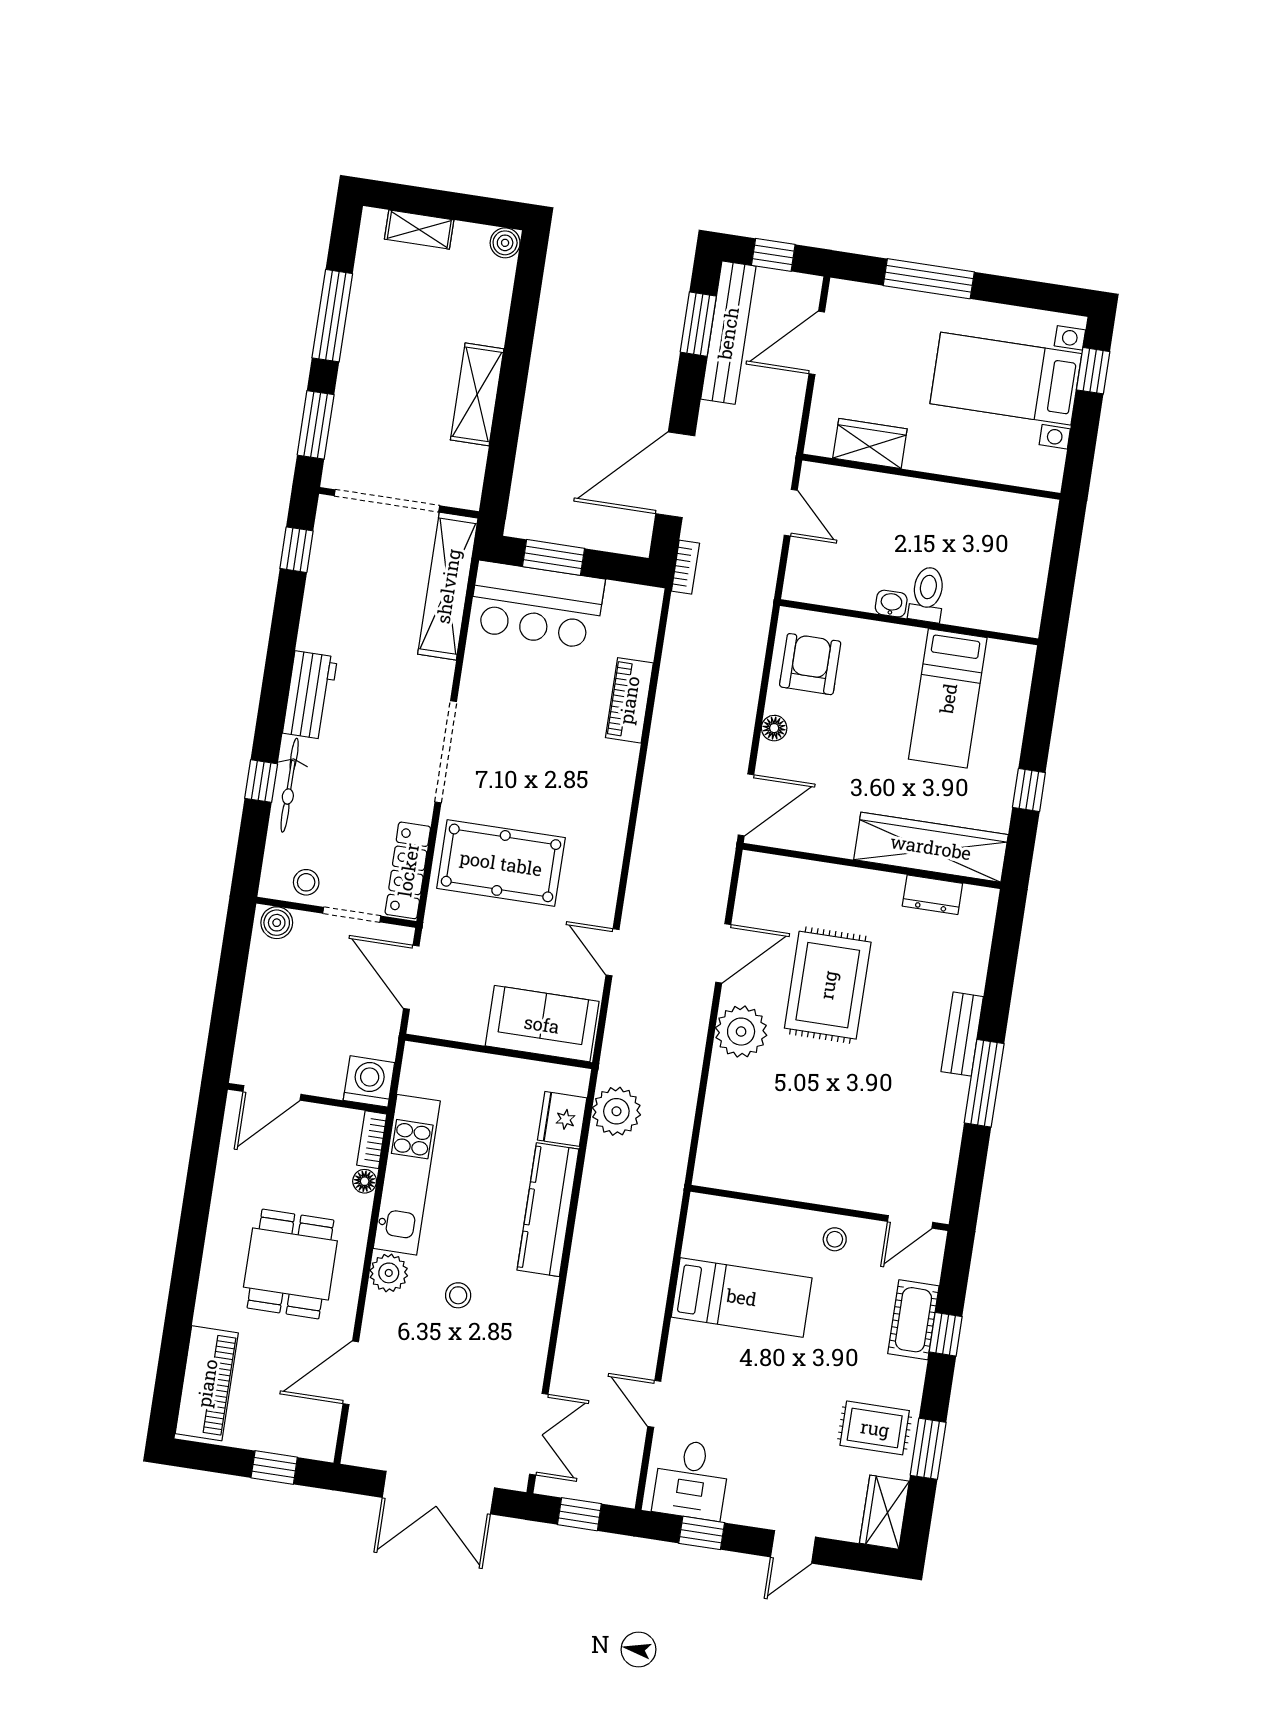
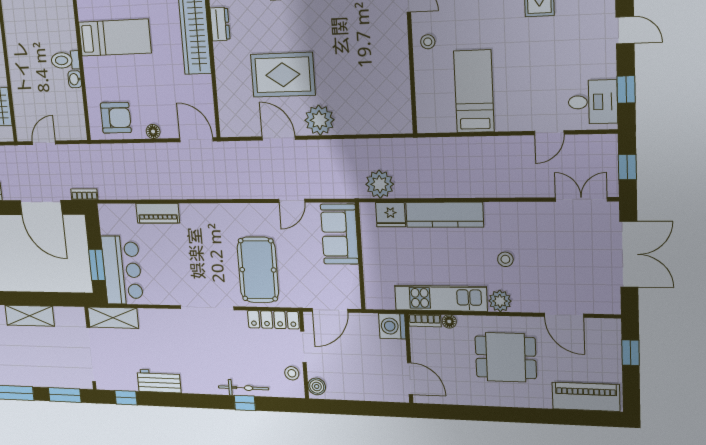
shelving: (448, 586) -> (113, 318), width x0.68
armchair: (810, 664) -> (116, 118), turned 180
workbench: (310, 695) -> (159, 381), moved

